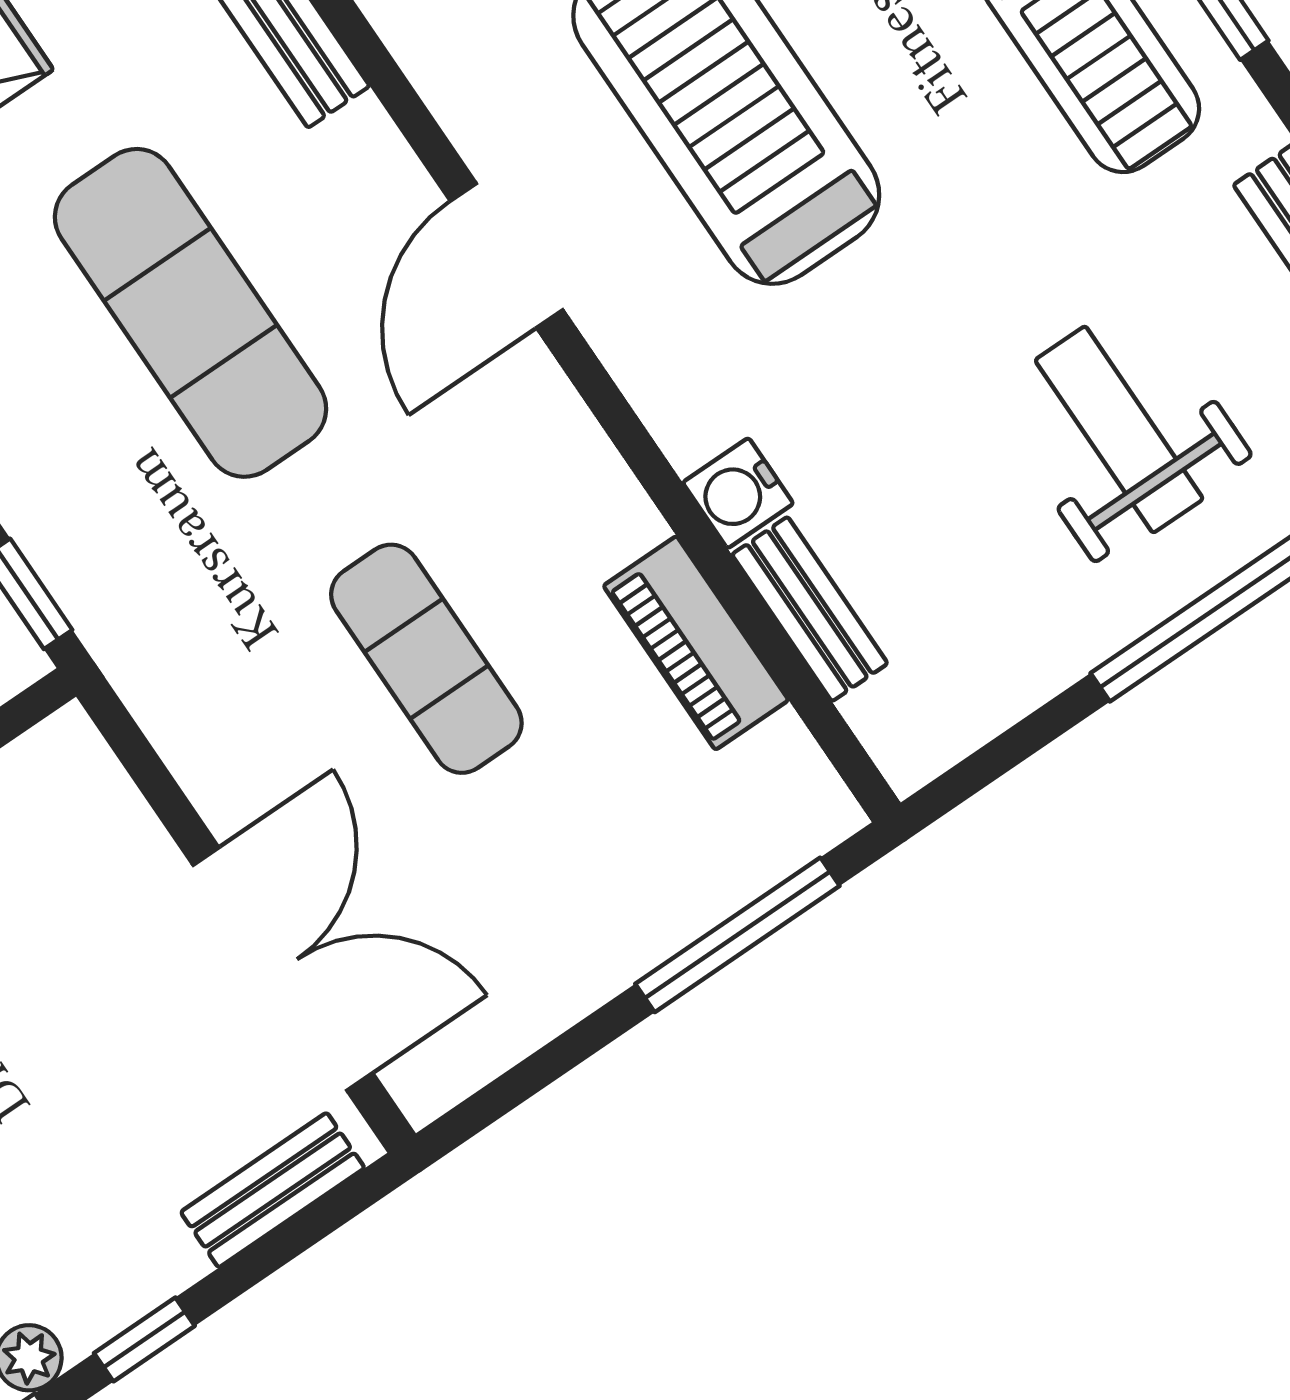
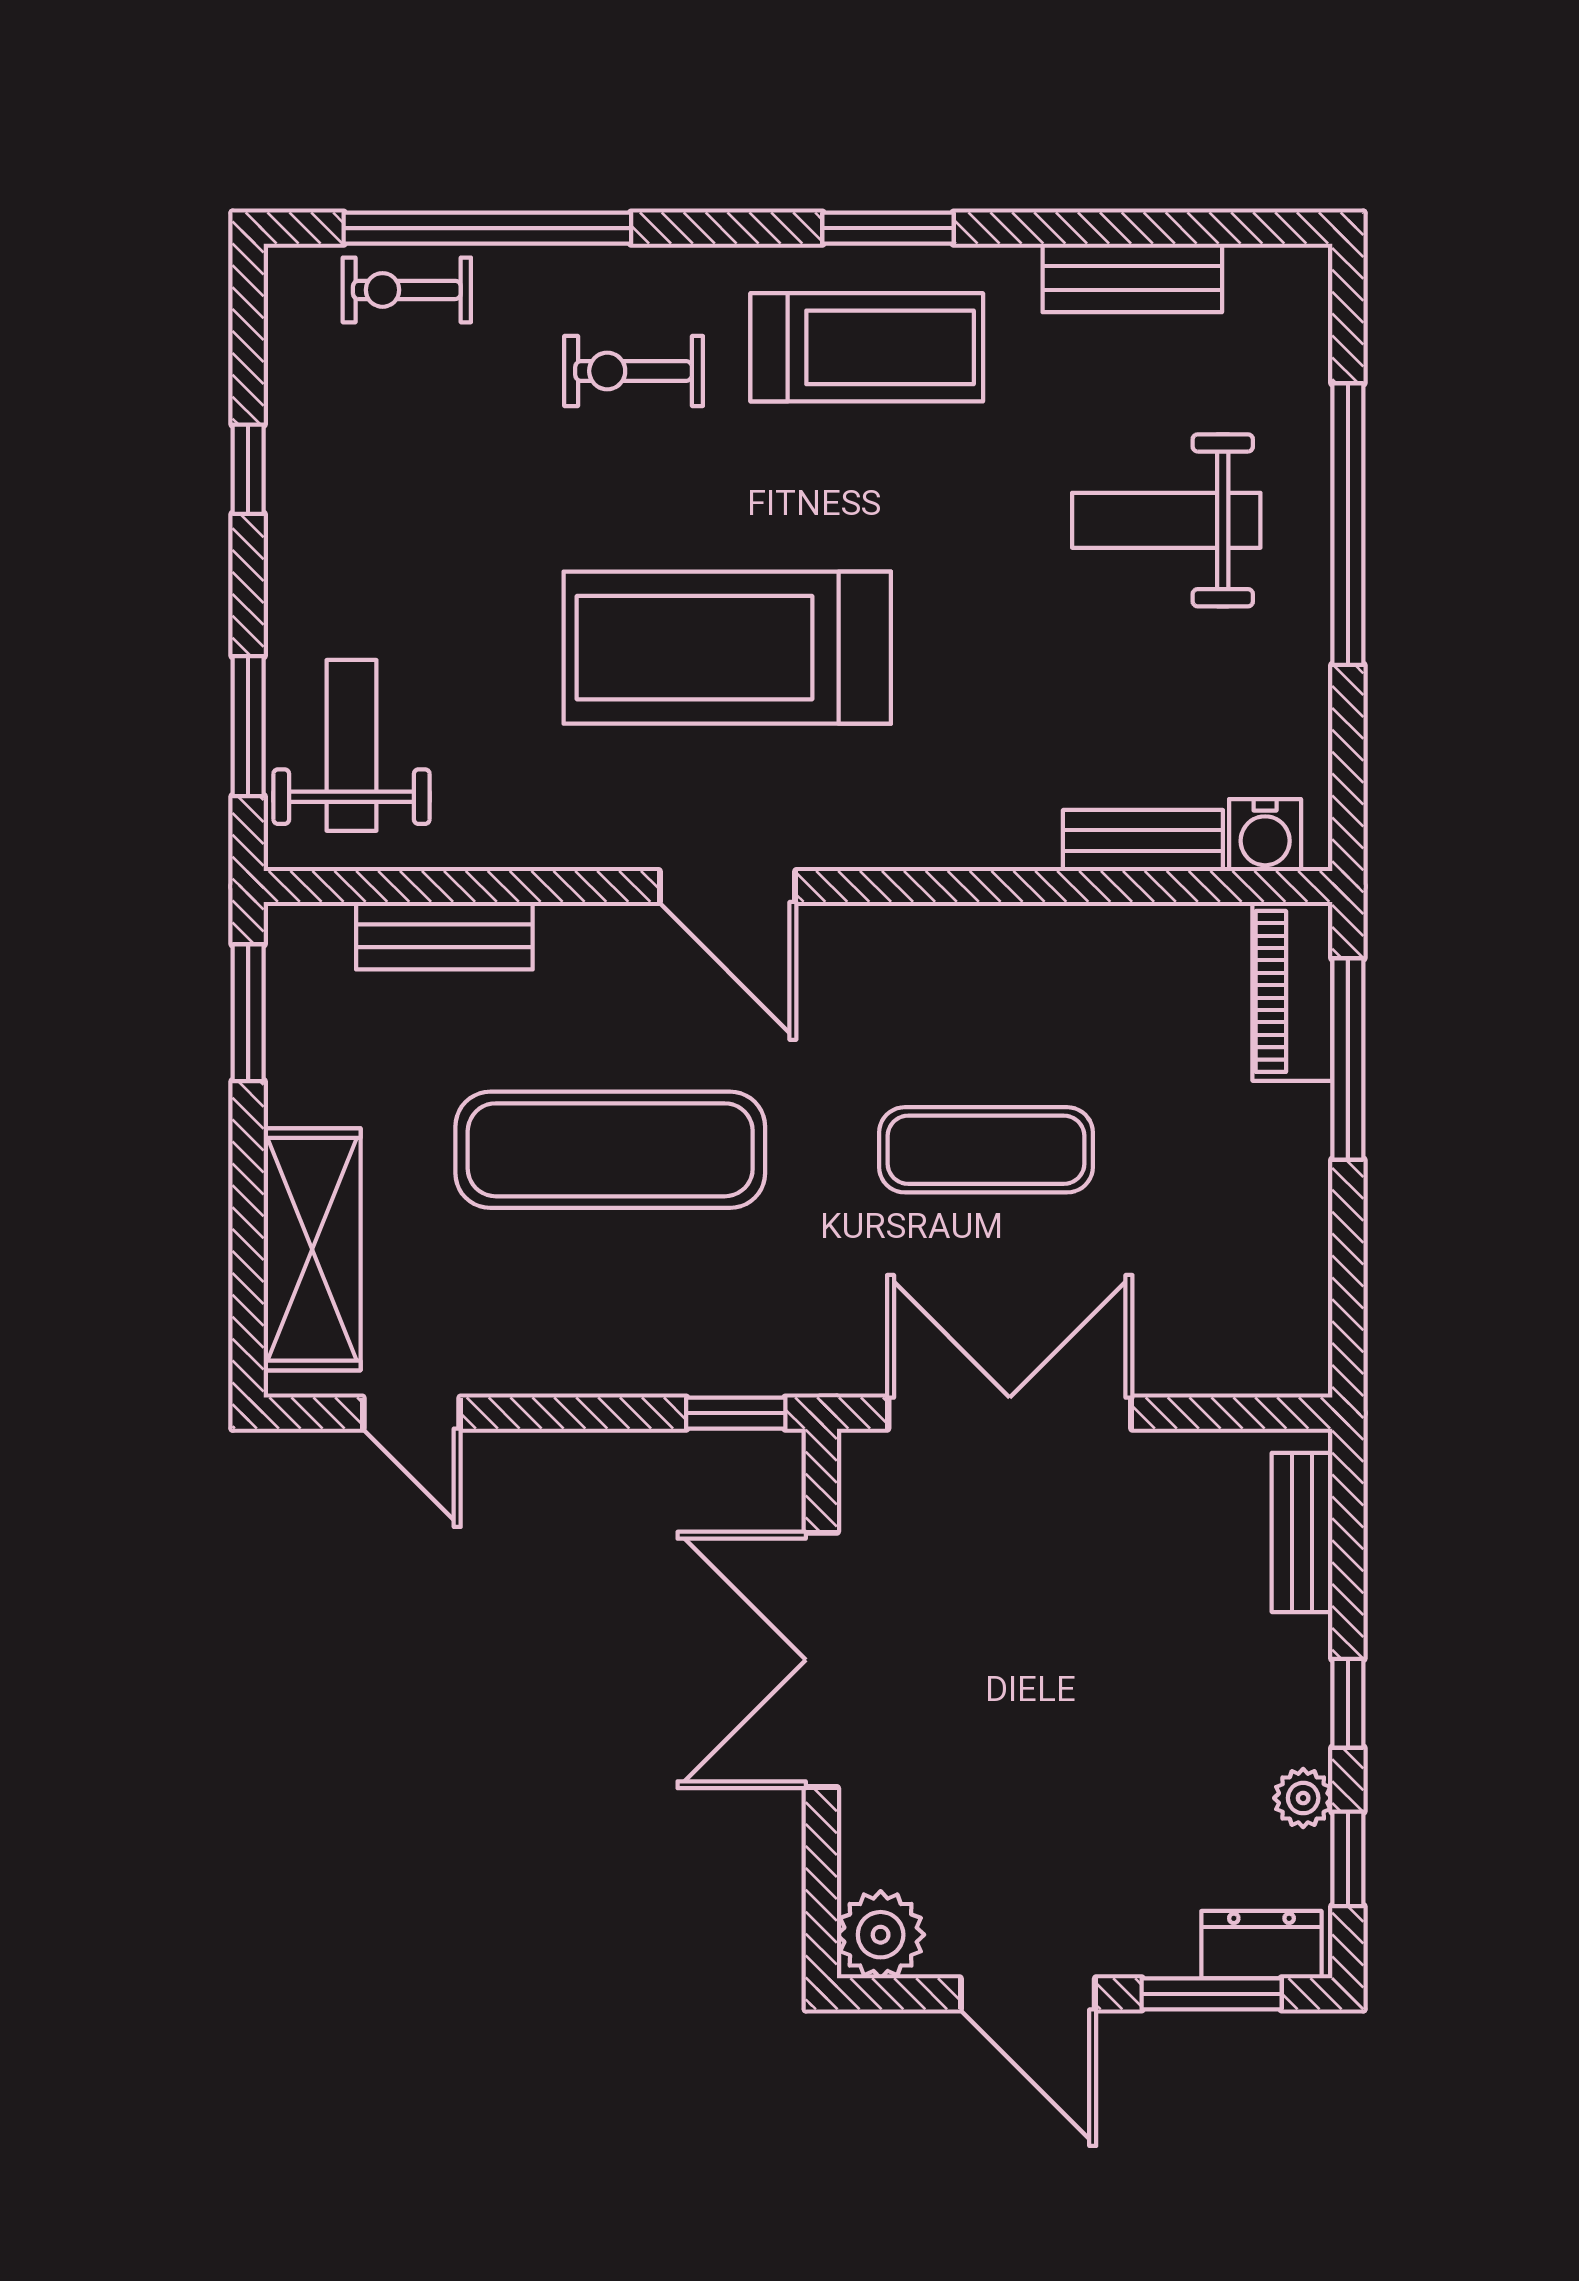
water cooler: (738, 493) -> (1265, 835), moved
piano: (696, 643) -> (1292, 991), moved, turned 90
double door: (283, 969) -> (1010, 1413), moved

